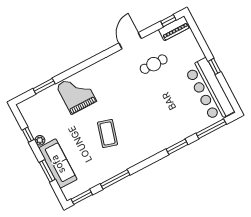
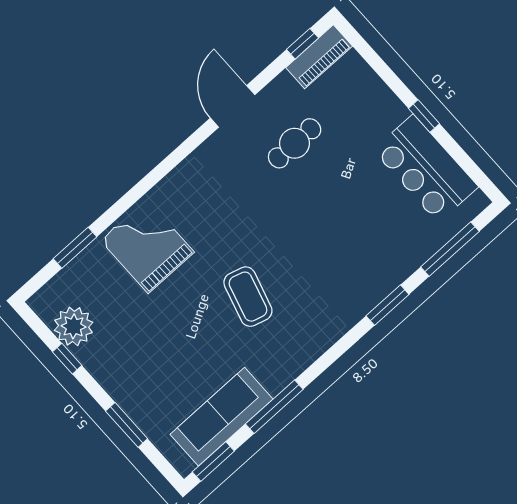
bar counter: (209, 90) -> (426, 169), width x0.73
coffee table: (107, 134) -> (248, 297), moved
plant: (40, 140) -> (74, 326), moved, width x1.88, depth x1.88
sofa: (58, 164) -> (222, 417), moved, turned -90

